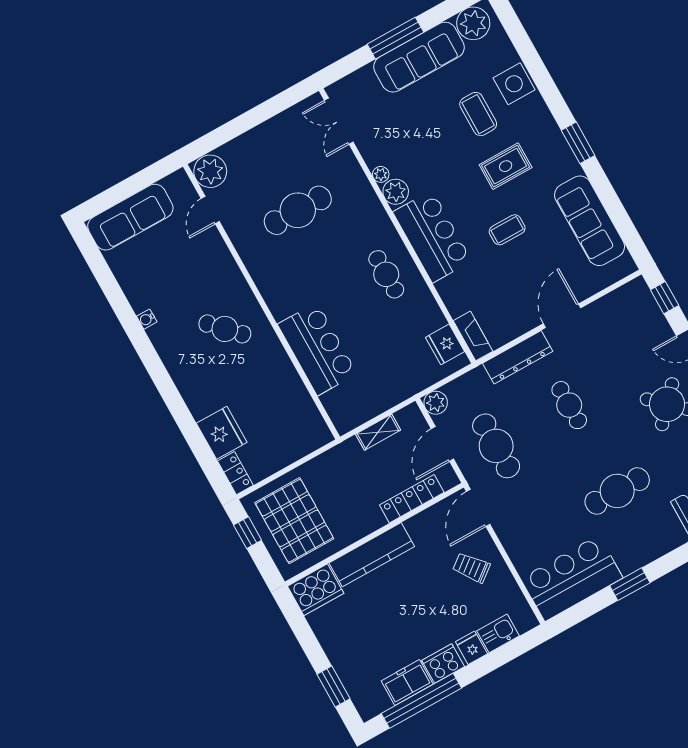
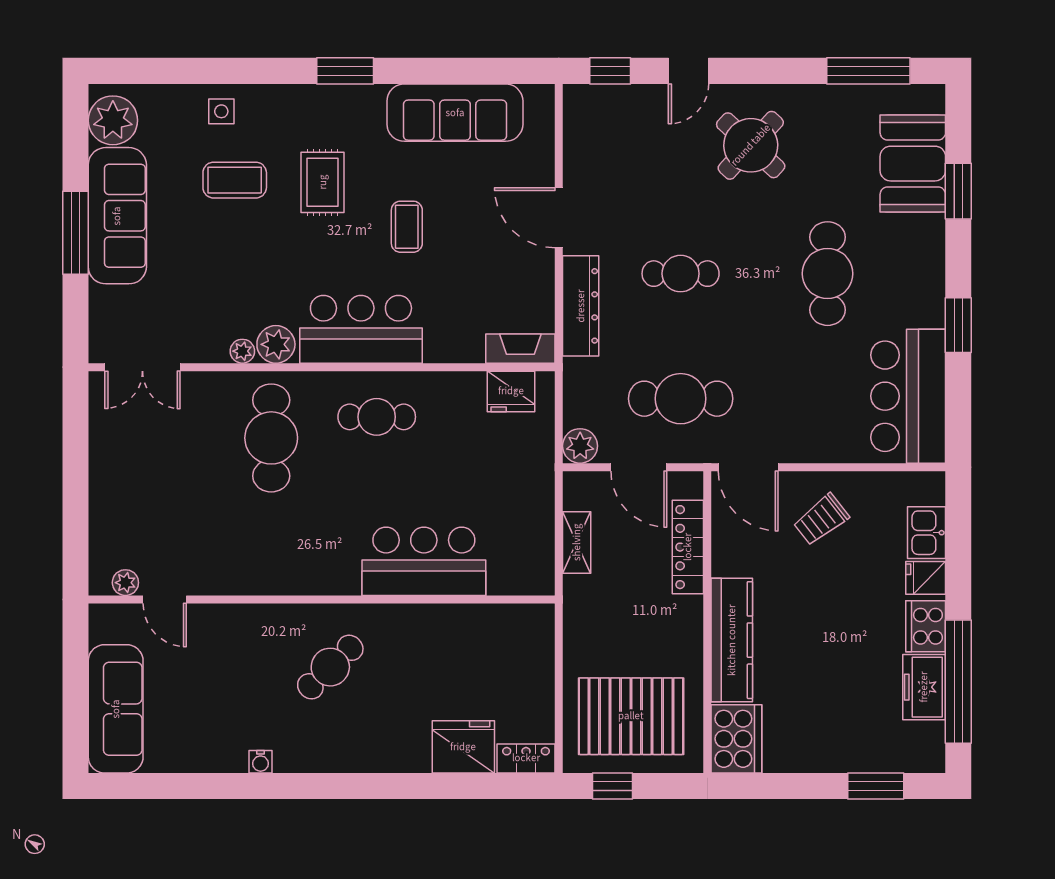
side table: (514, 84) -> (221, 111), width x0.54, depth x0.54
plant: (210, 171) -> (125, 583), width x0.53, depth x0.53
cafe table: (298, 210) -> (271, 438), moved

